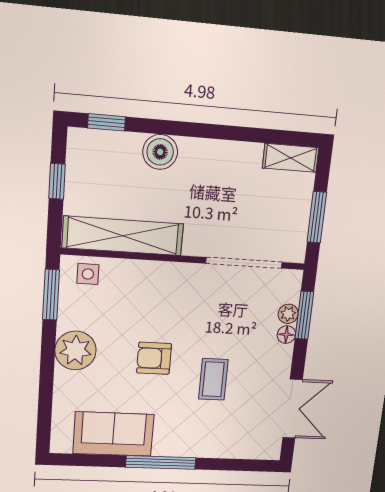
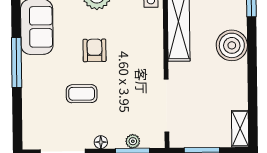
boiler: (160, 152) -> (232, 45), width x1.37, depth x1.37
floor lamp: (286, 335) -> (101, 142), moved

